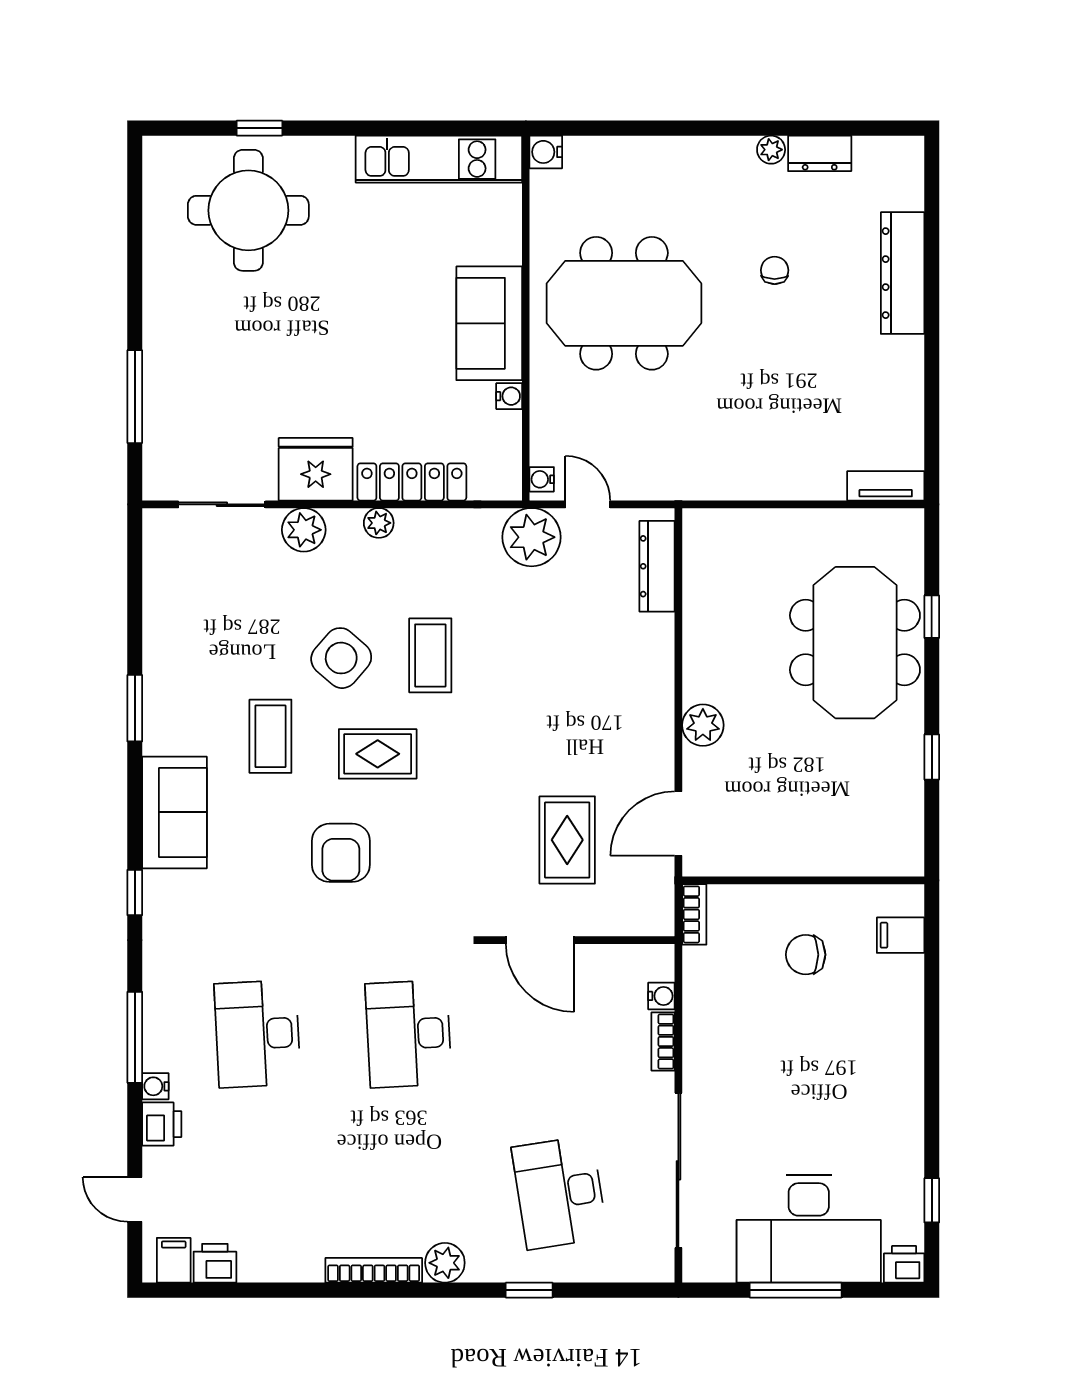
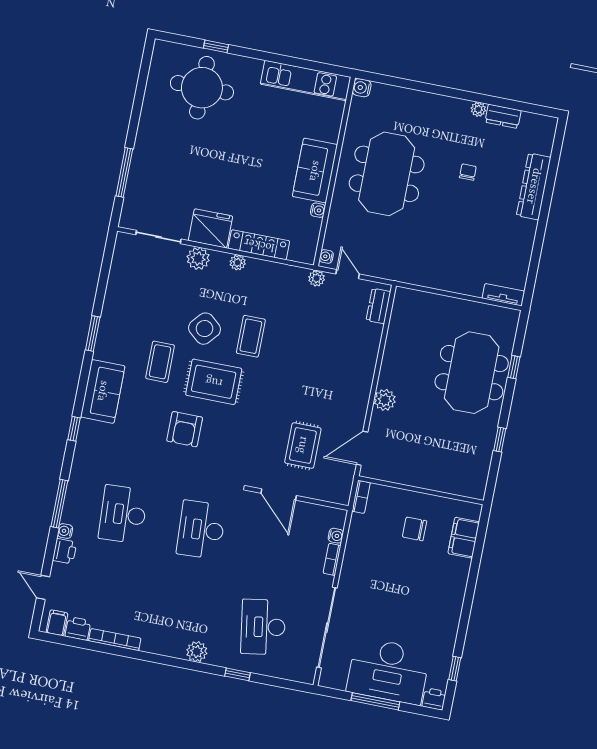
meeting table: (624, 303) -> (387, 174), turned 90
plant: (532, 537) -> (317, 278), width x0.53, depth x0.53
dresser: (657, 566) -> (378, 306), width x0.70
rug: (378, 754) -> (214, 382), width x1.36, depth x1.43
filing cabinet: (901, 935) -> (464, 538), width x2.00
bookcase: (374, 1270) -> (115, 640), moved

